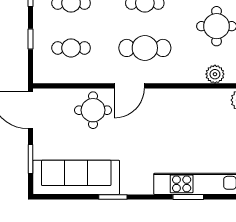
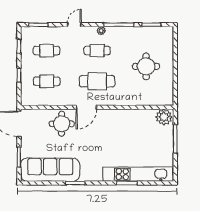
plant: (215, 74) -> (145, 99), removed

